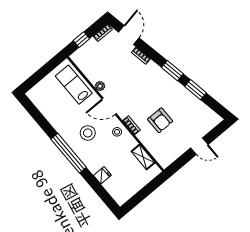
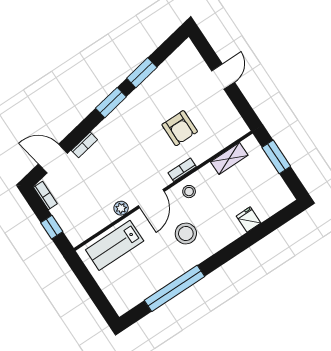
armchair: (160, 120) -> (180, 128), turned 90
window: (69, 153) -> (175, 288), moved
window: (148, 189) -> (276, 157), added

